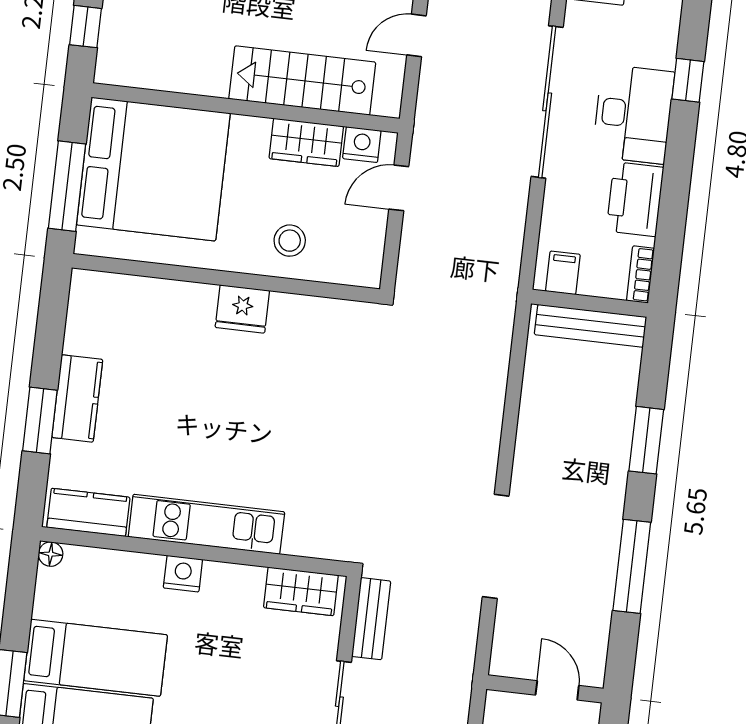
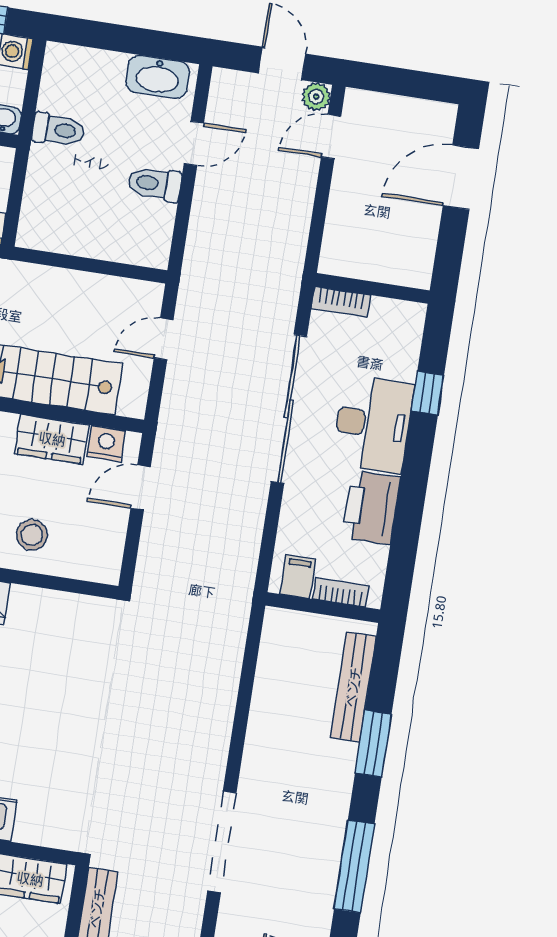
bookcase: (641, 274) -> (341, 593), moved, turned 90
bench: (590, 326) -> (353, 687), moved, turned 90

